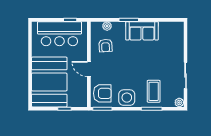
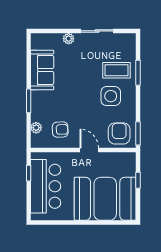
sofa: (142, 31) -> (42, 70), moved
door: (89, 69) -> (89, 150), swing flipped
side table: (127, 98) -> (111, 96), moved
plant: (179, 103) -> (69, 39), moved

